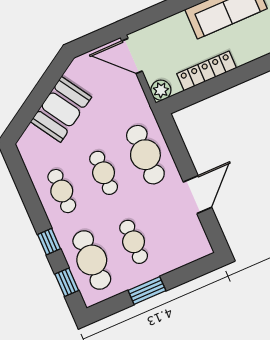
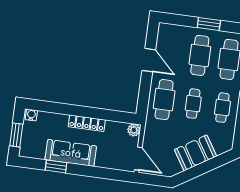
locker: (207, 71) -> (87, 123), moved
door: (197, 195) -> (149, 60), swing flipped
cafe table: (134, 242) -> (200, 55), width x1.37, depth x1.35

